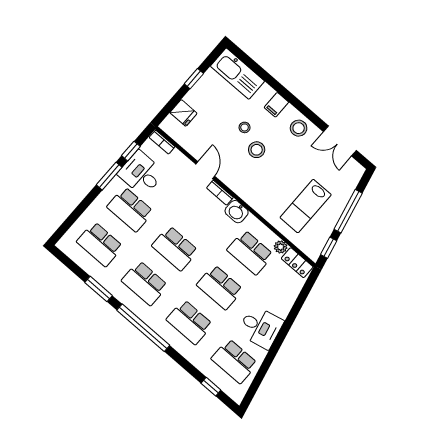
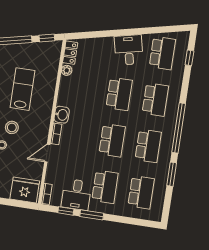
fridge: (183, 113) -> (25, 190), width x1.88, depth x1.34
lab bench: (306, 206) -> (23, 89), moved, turned -90
school desk: (250, 252) -> (83, 88), removed

